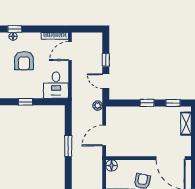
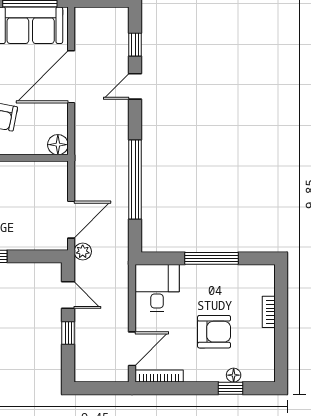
armchair: (24, 61) -> (214, 332), turned 90
window: (25, 102) -> (211, 258), width x2.17
door: (104, 136) -> (71, 220), moved
window: (68, 146) -> (135, 180), width x2.11

